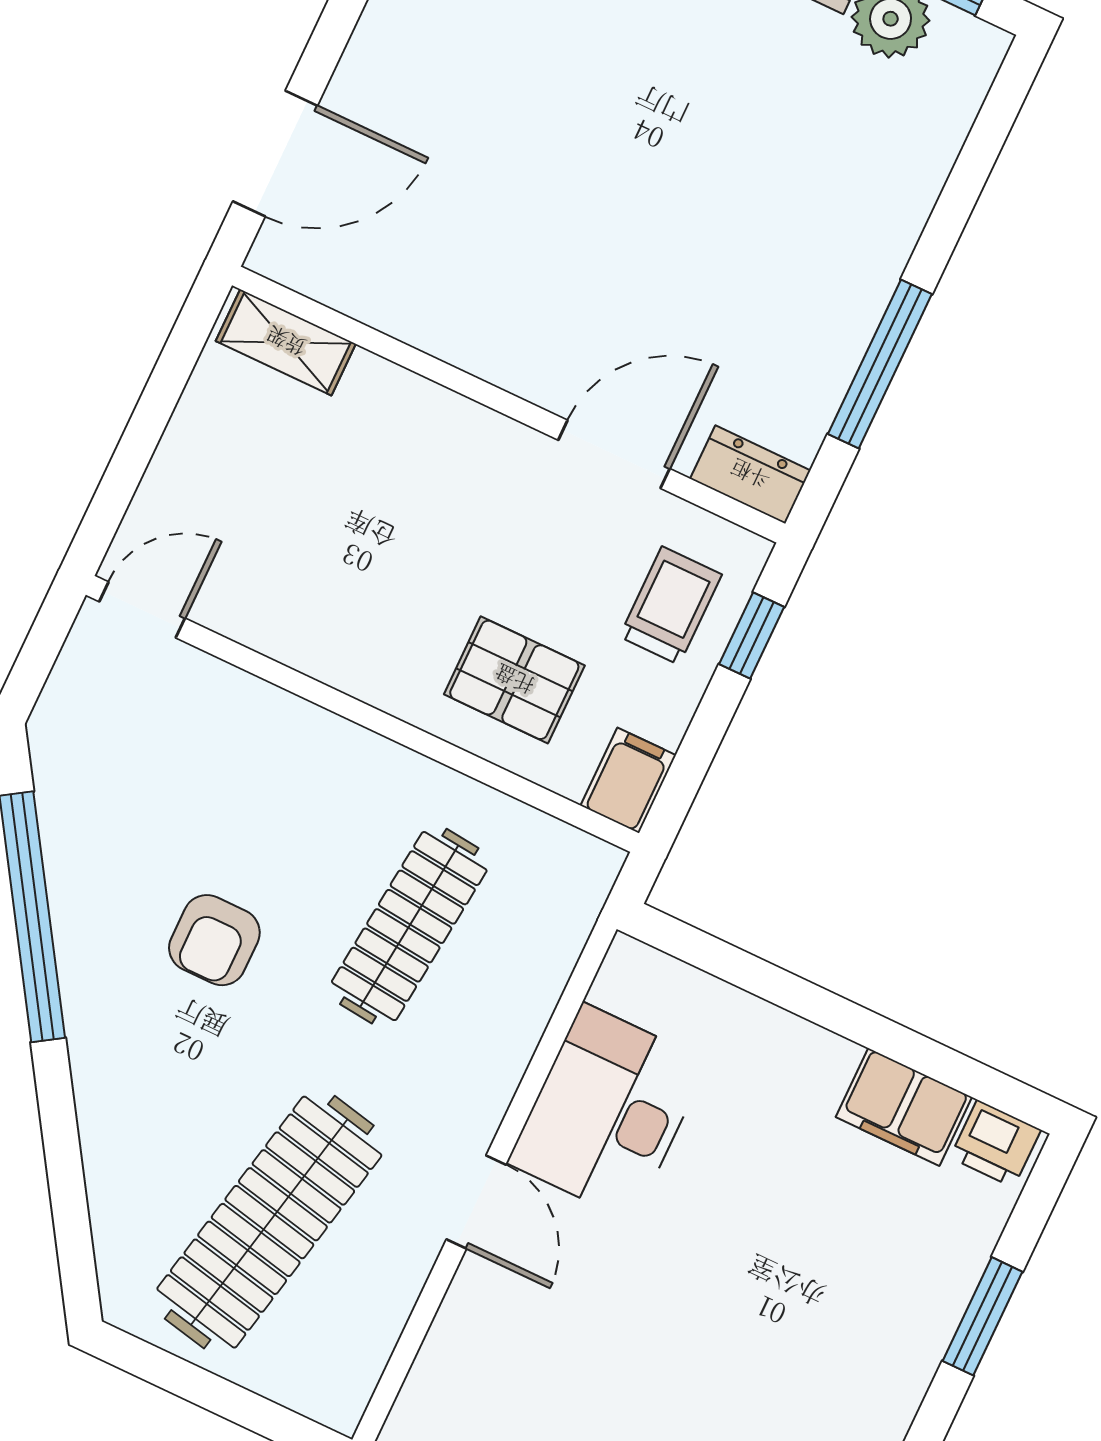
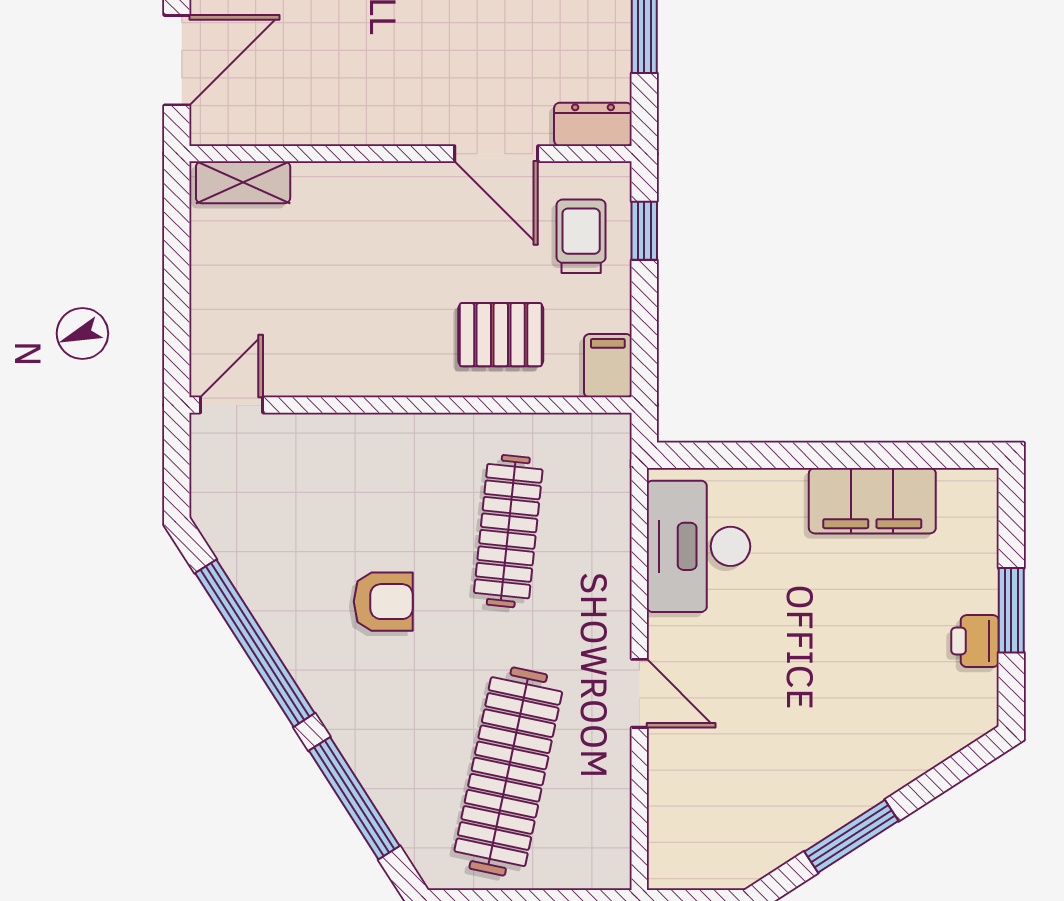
door: (614, 454) -> (496, 154), swing flipped
armchair: (214, 940) -> (383, 602), turned -90
filing cabinet: (904, 1107) -> (872, 501), width x1.50, depth x1.17
desk: (608, 1112) -> (698, 546), moved
printer: (995, 1144) -> (975, 641), moved, turned 90
window: (64, 1165) -> (354, 798), added

